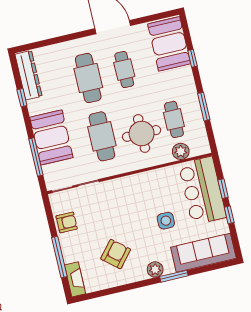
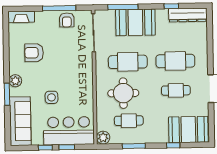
plant: (181, 151) -> (103, 138), moved
armchair: (116, 254) -> (34, 53), turned 140
window: (59, 257) -> (59, 8), moved

